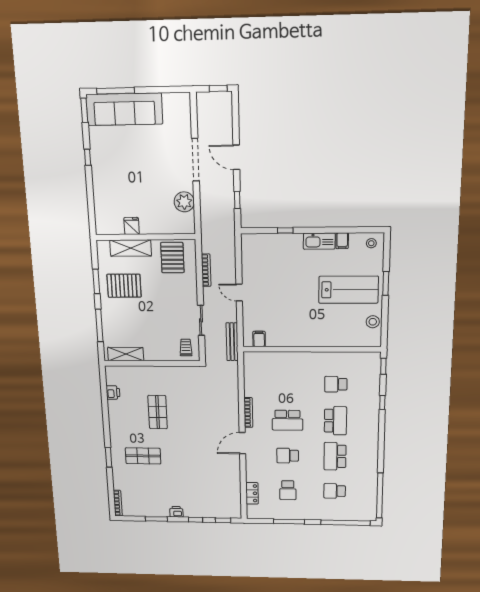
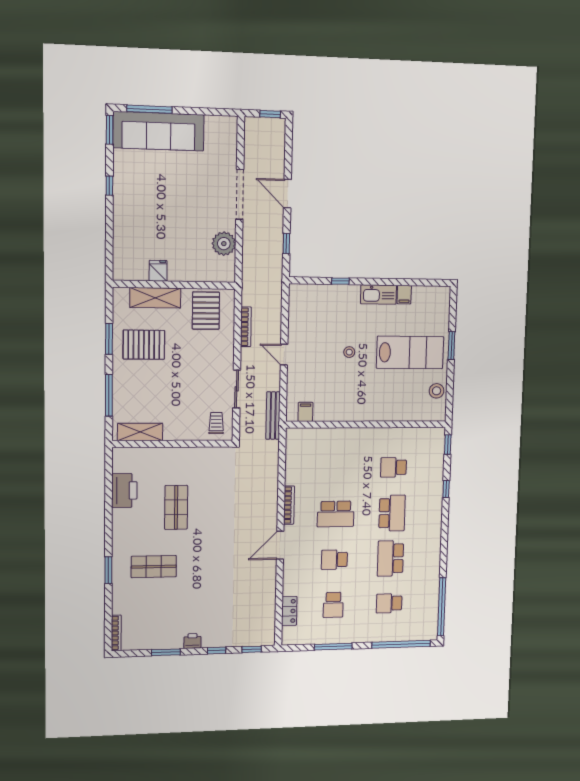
stool: (371, 243) -> (349, 352), moved
printer: (113, 392) -> (124, 491), width x1.87, depth x1.48

